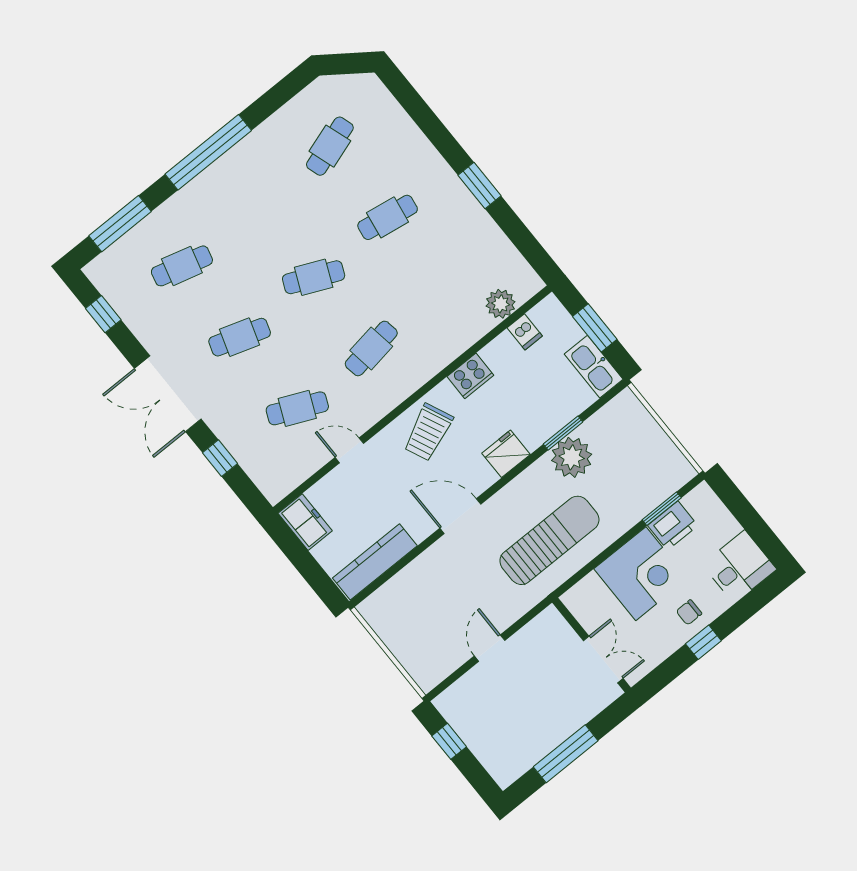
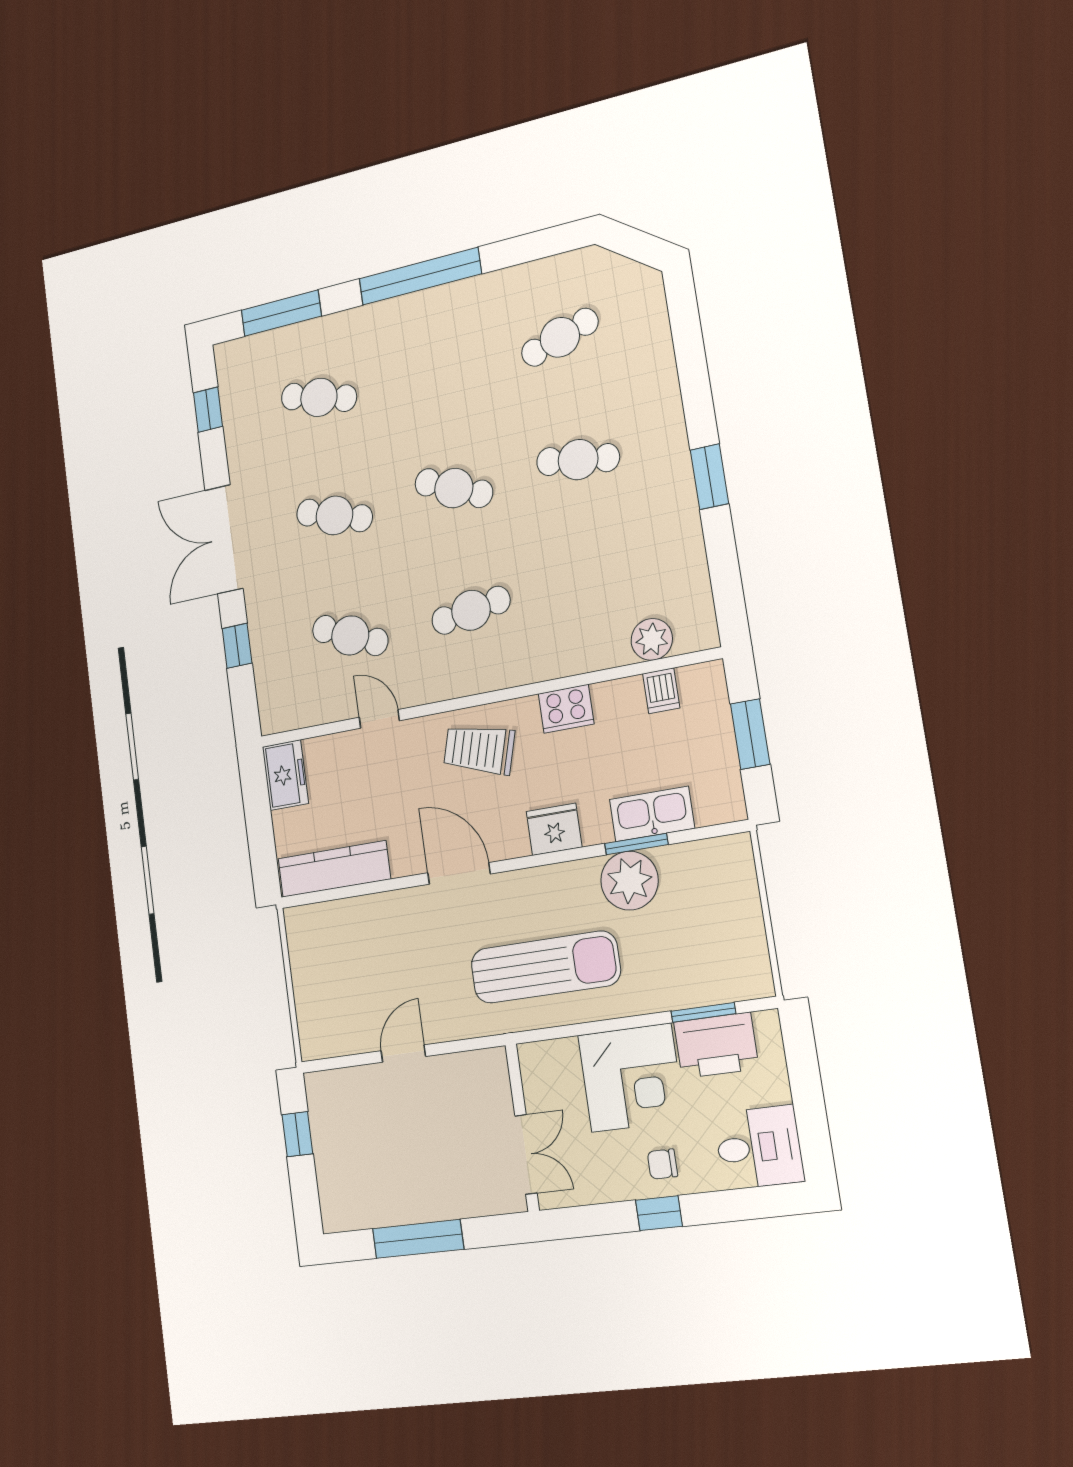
kitchen sink: (594, 367) -> (652, 814), moved, turned 90
trolley: (428, 432) -> (479, 749), turned 40
printer: (673, 526) -> (716, 1045), width x1.37, depth x1.19

